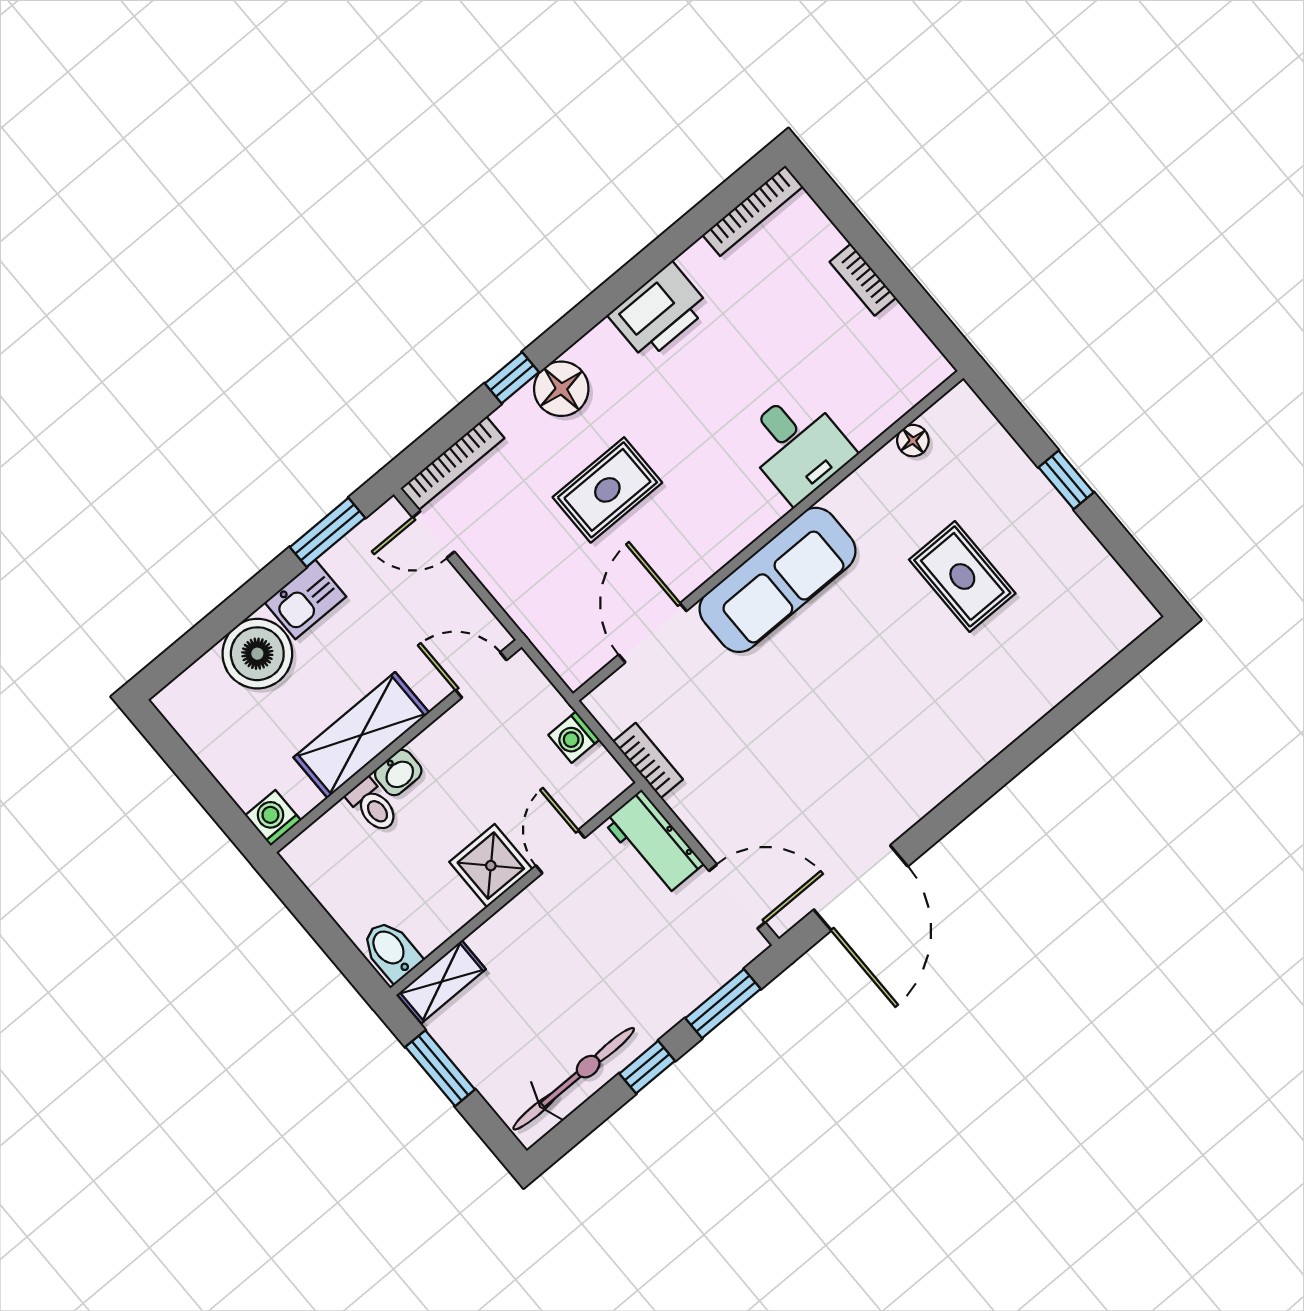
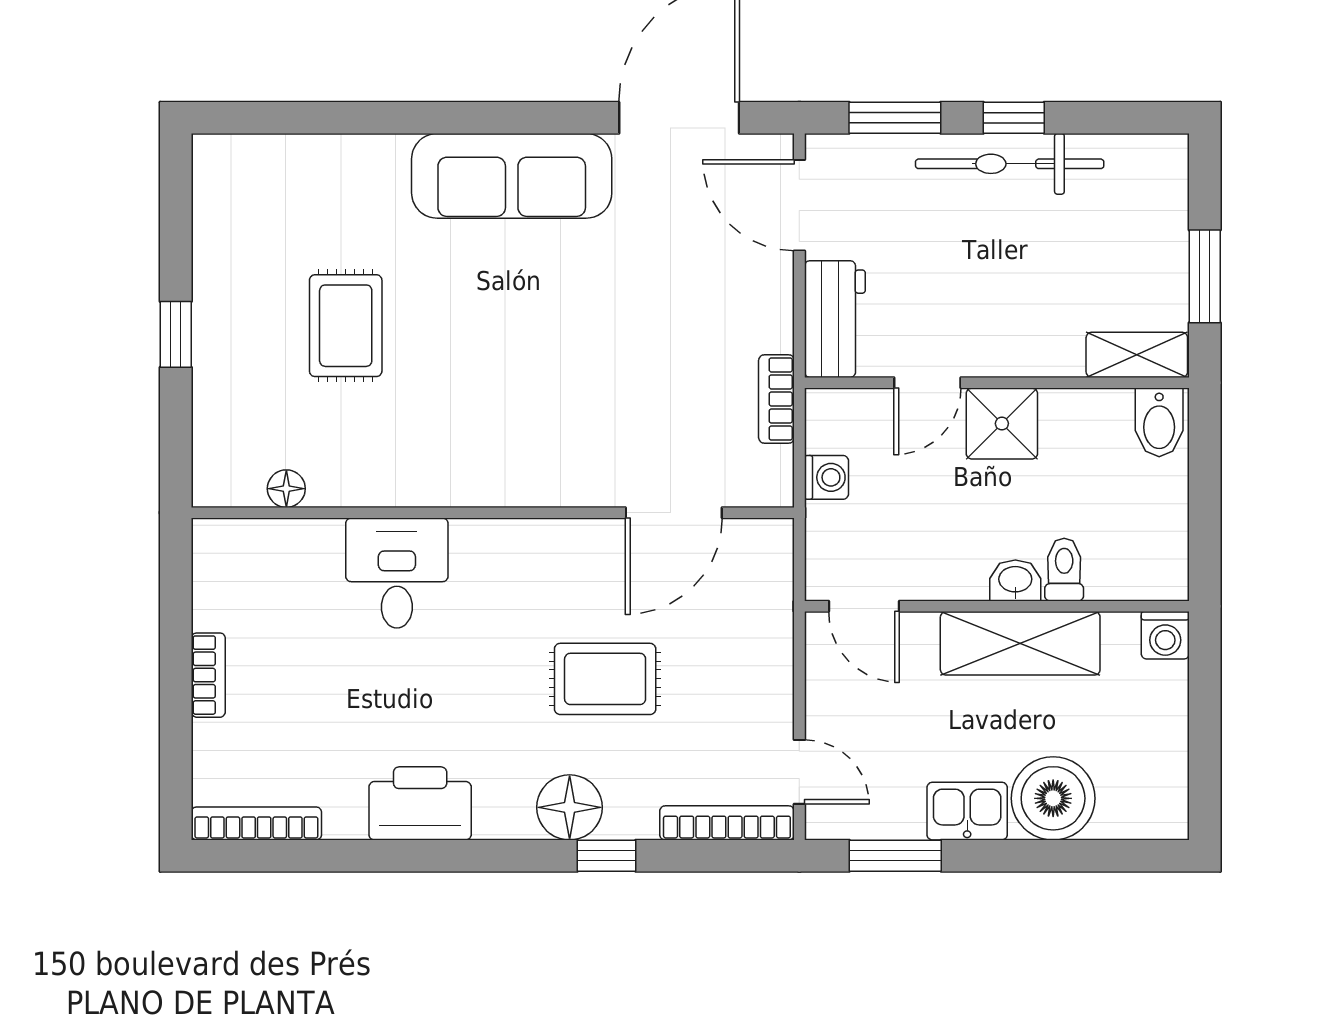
sofa: (777, 580) -> (512, 176), moved, turned 180
bicycle: (574, 1079) -> (1010, 164), moved

